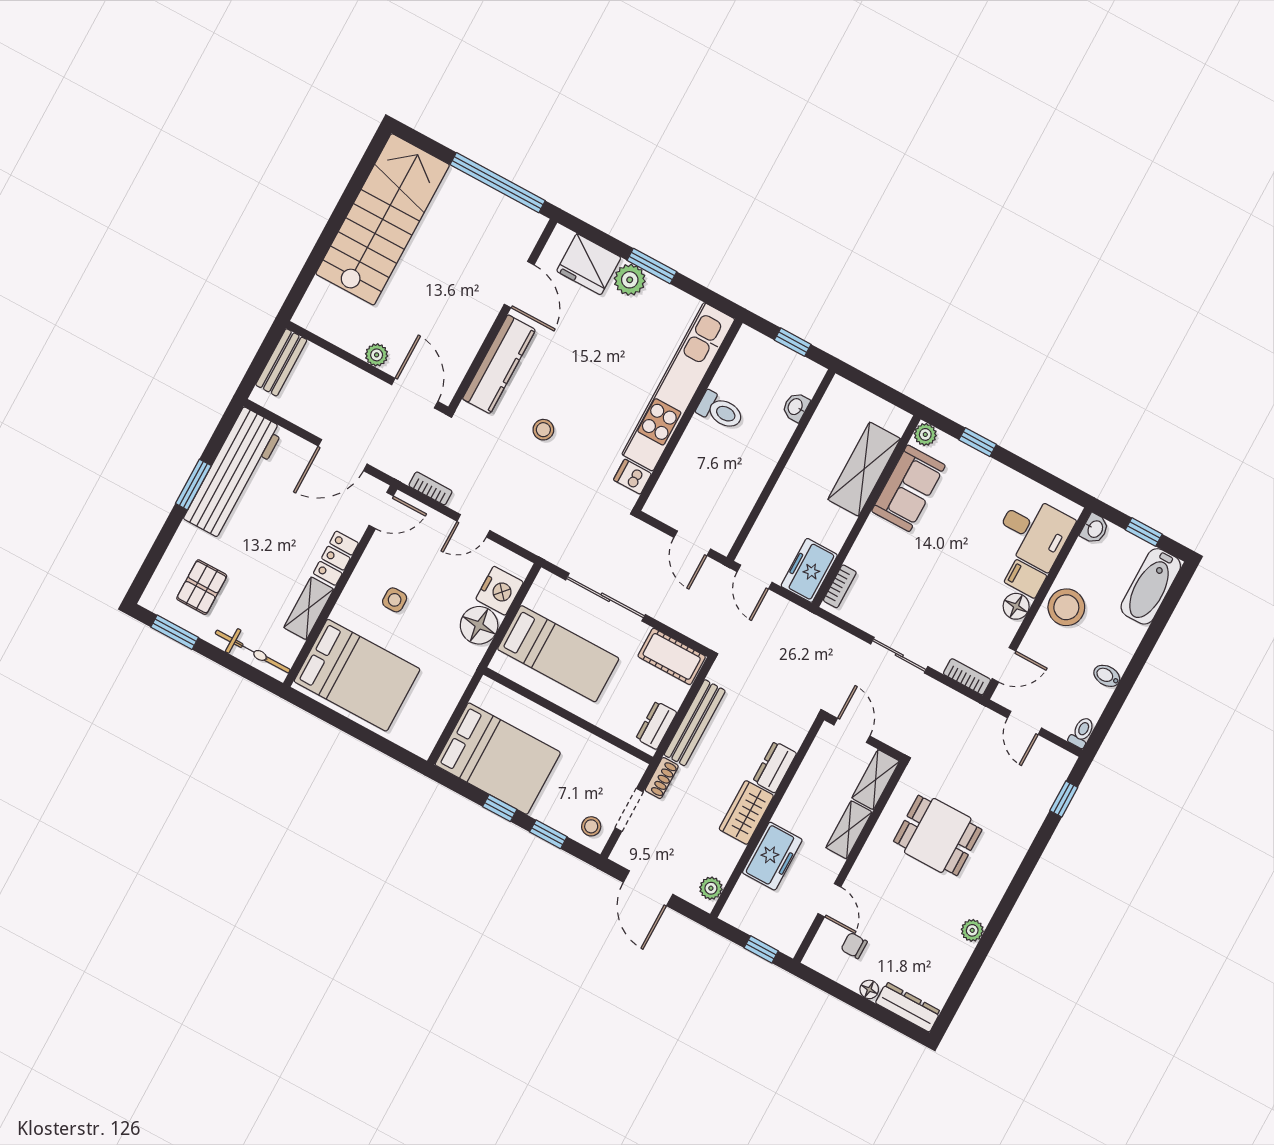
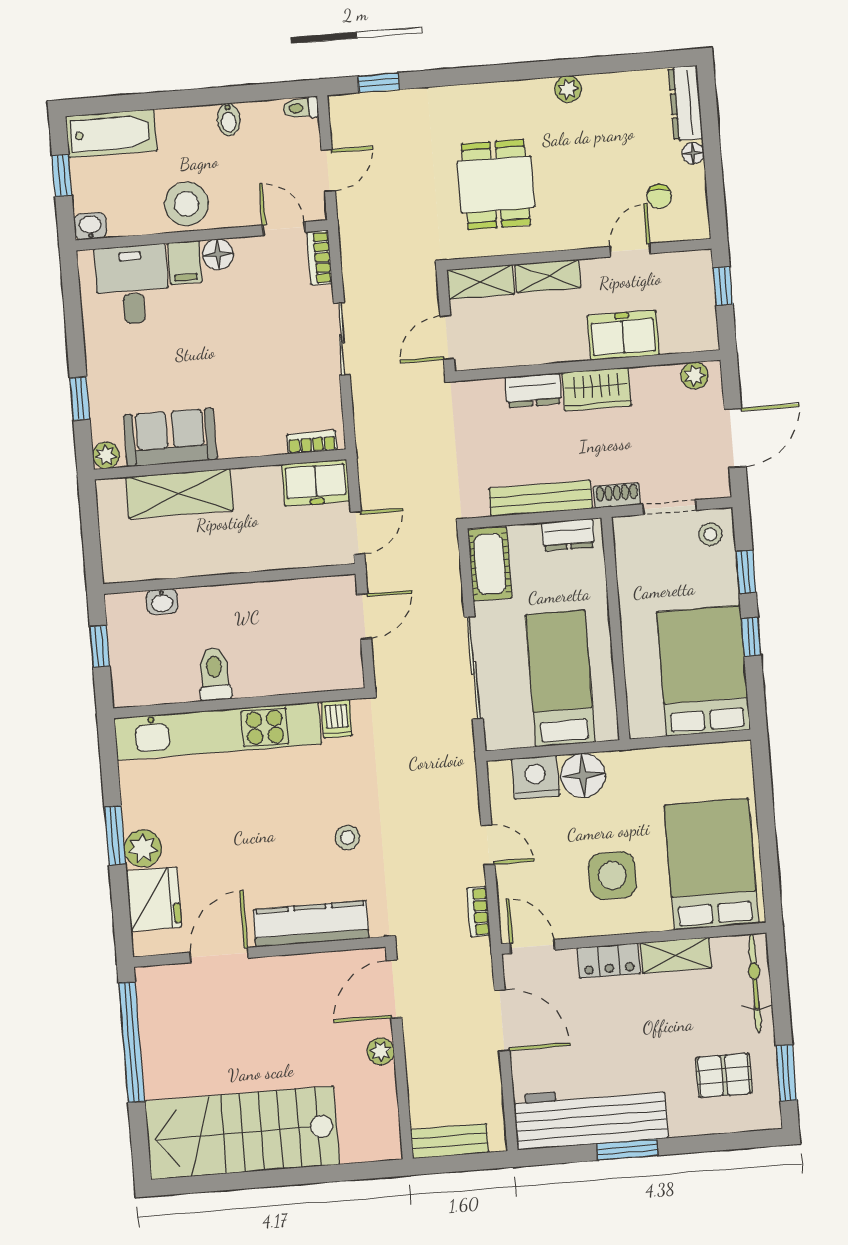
side table: (395, 600) -> (612, 876), width x1.87, depth x1.87

